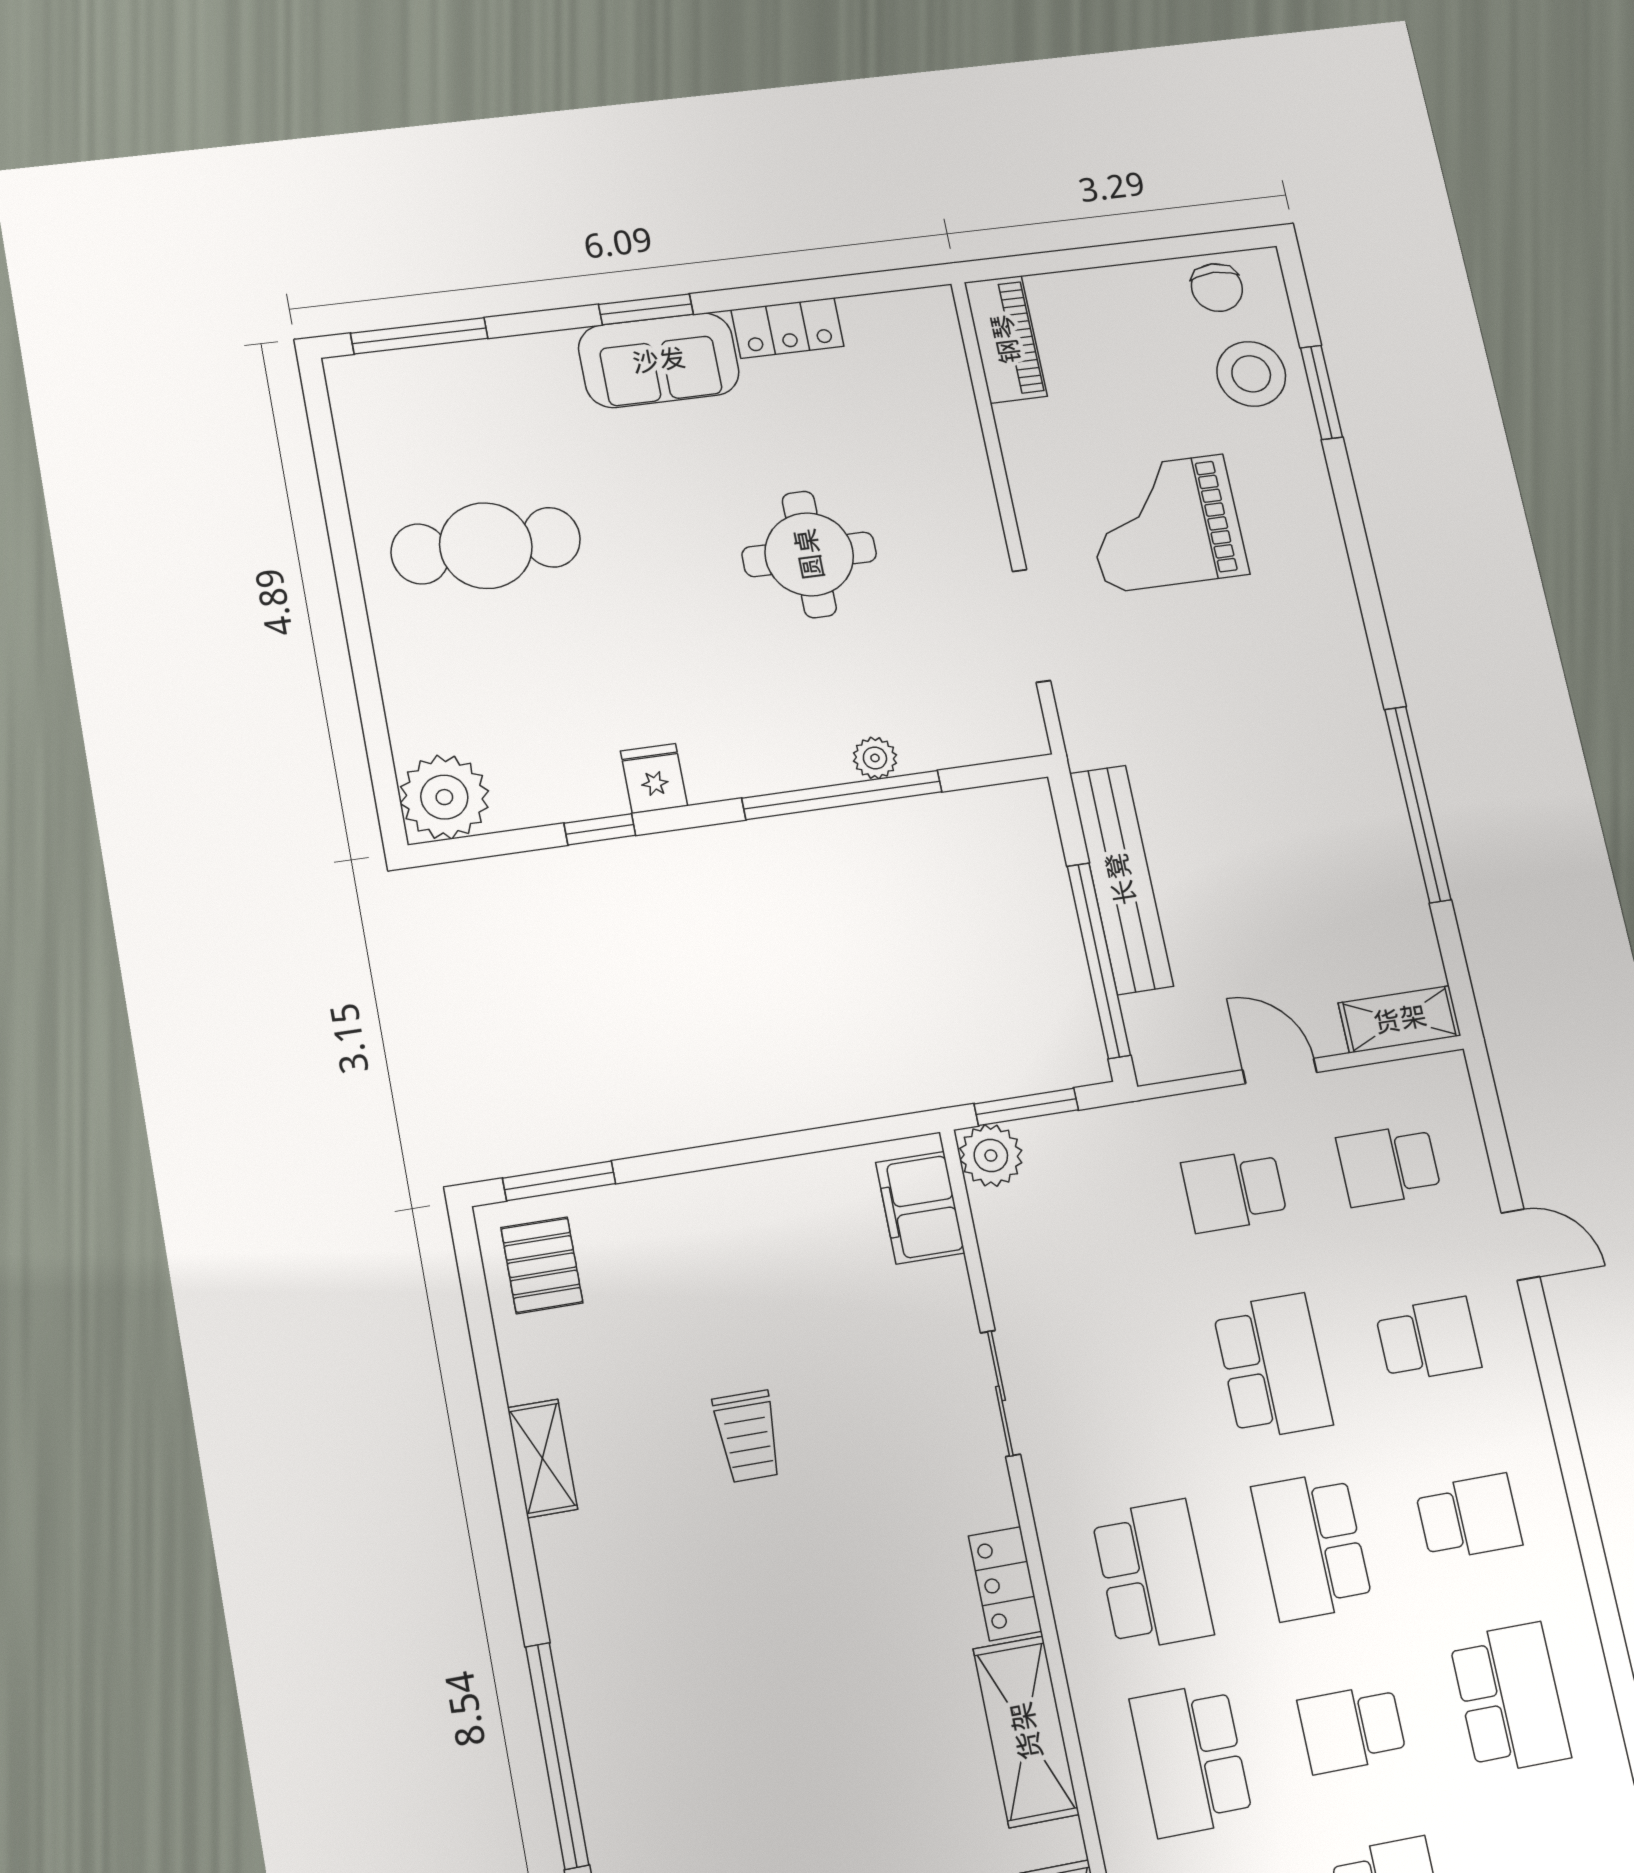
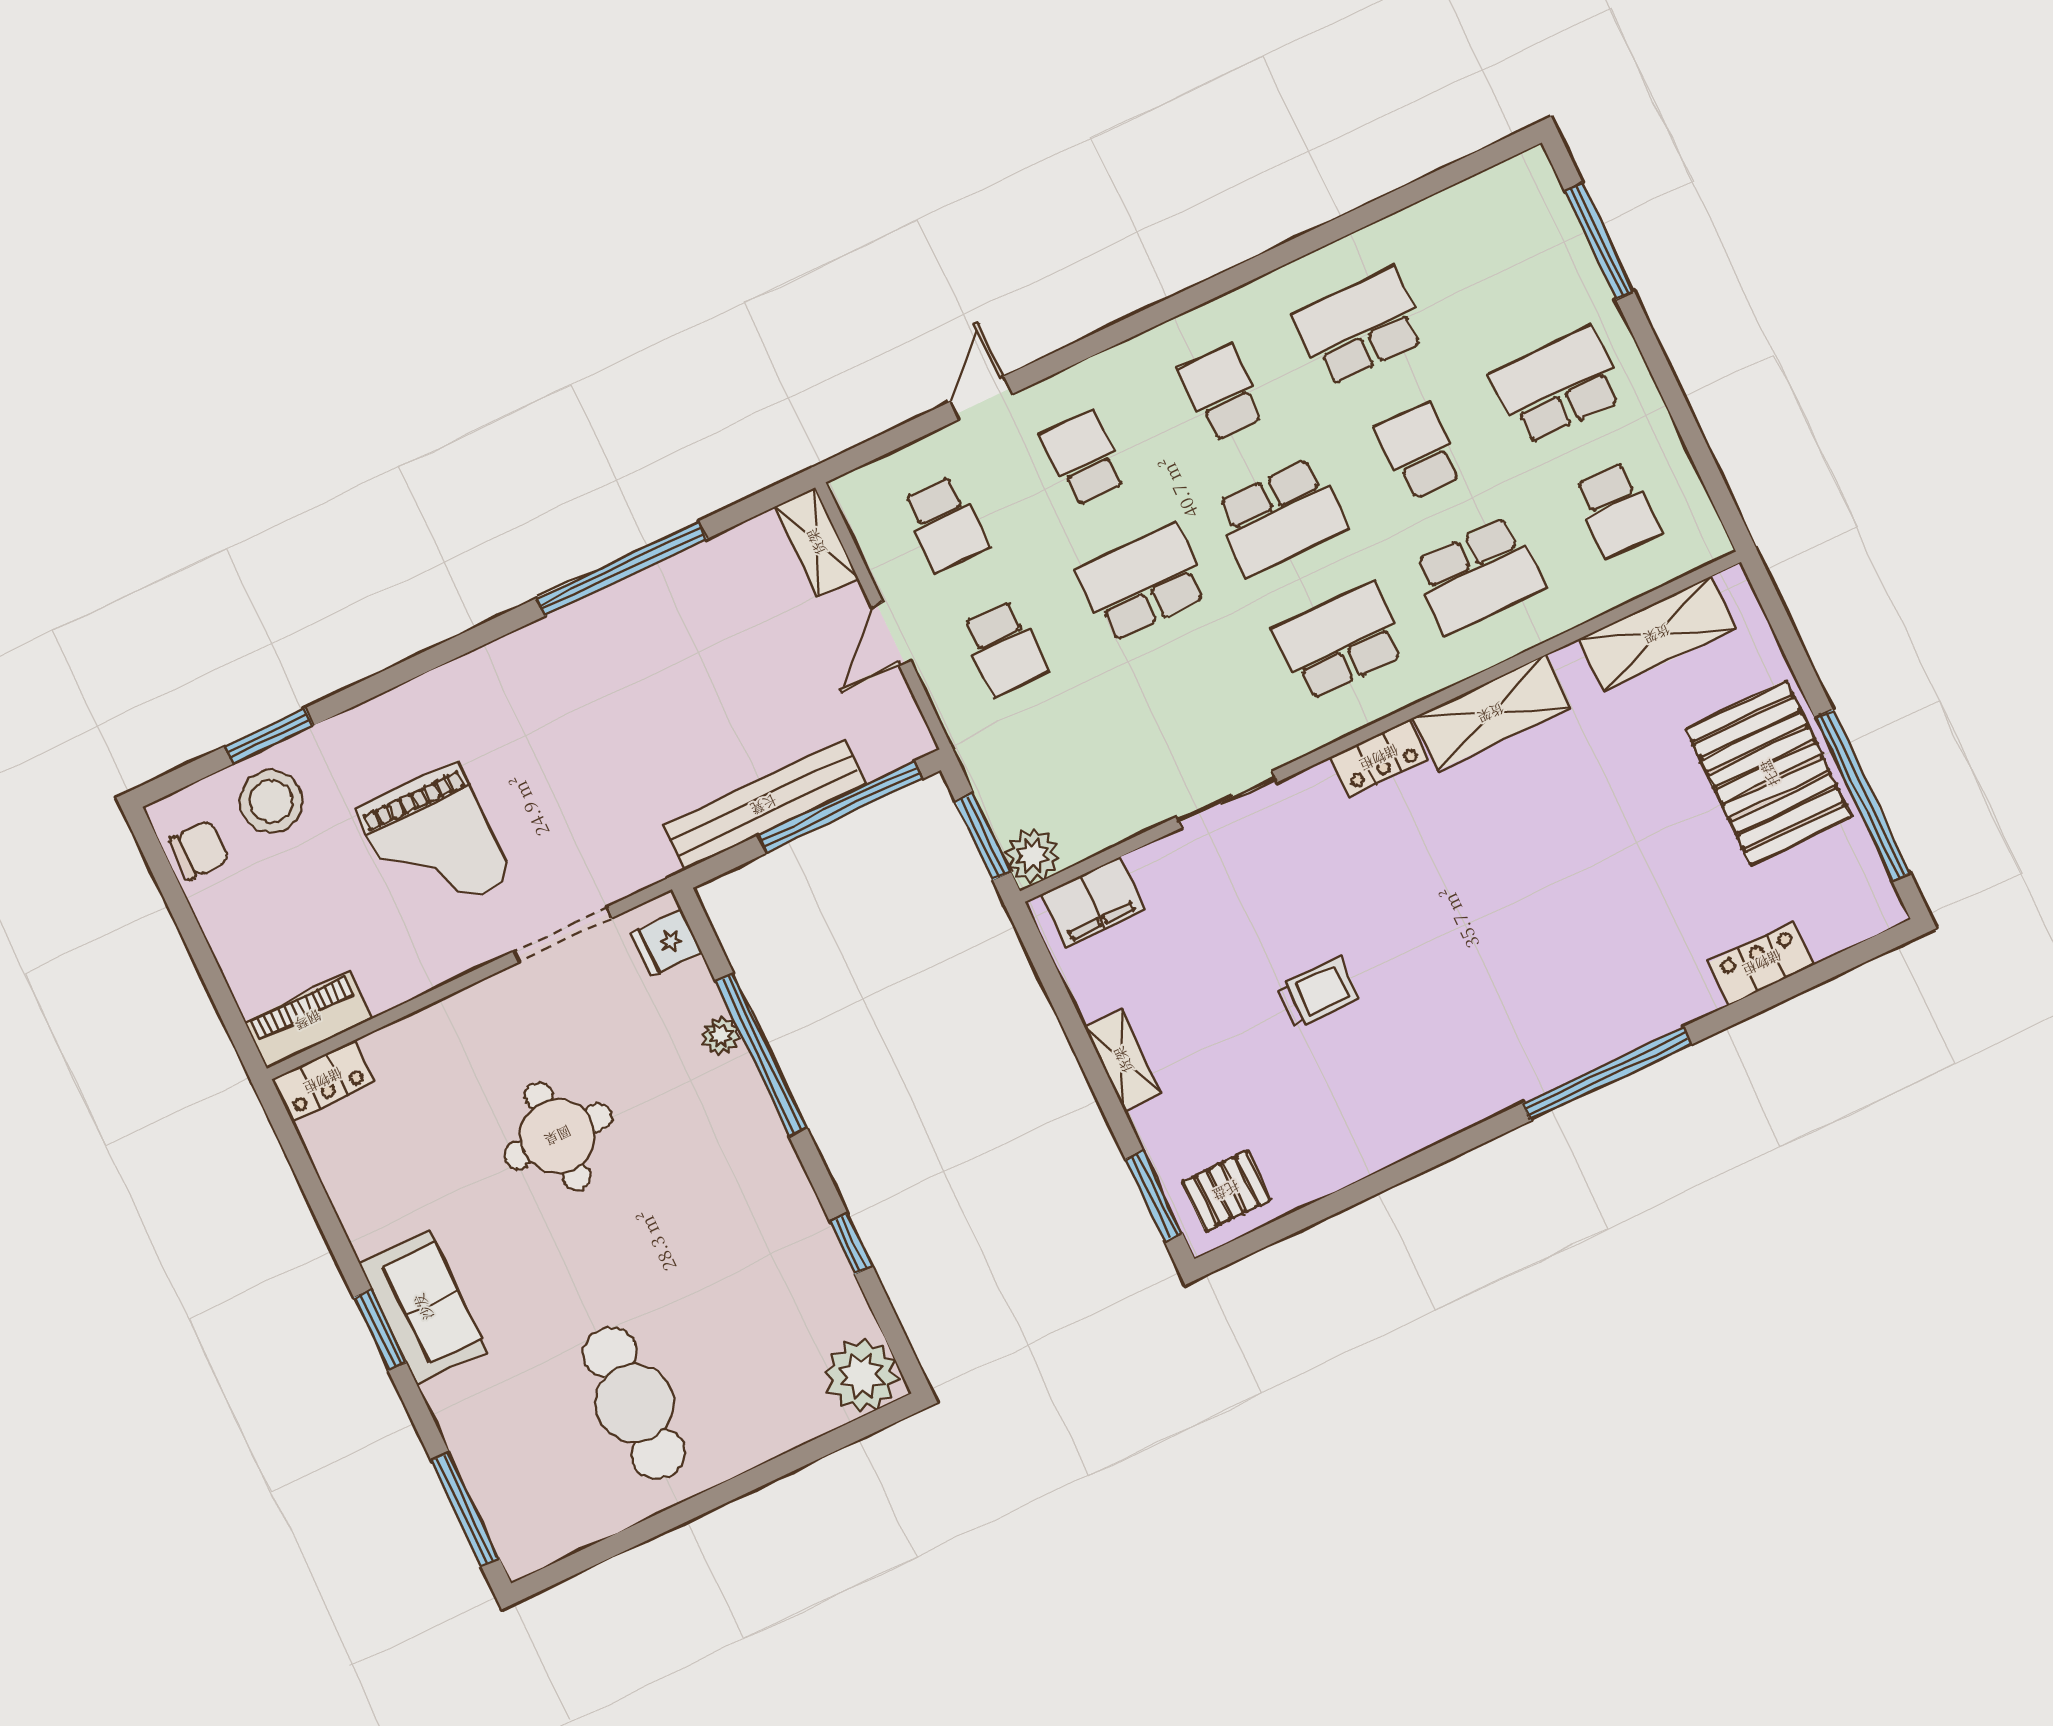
locker: (788, 328) -> (323, 1081), moved, turned 90
fridge: (654, 778) -> (667, 943), moved
shelving: (542, 1458) -> (1123, 1060), moved, turned 90
school desk: (1352, 1728) -> (1419, 451), turned 180

